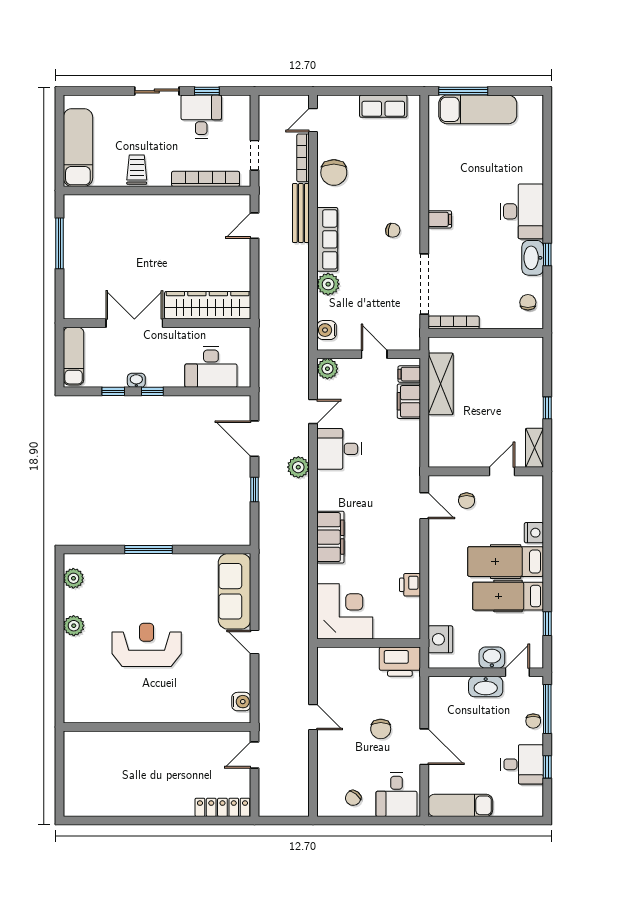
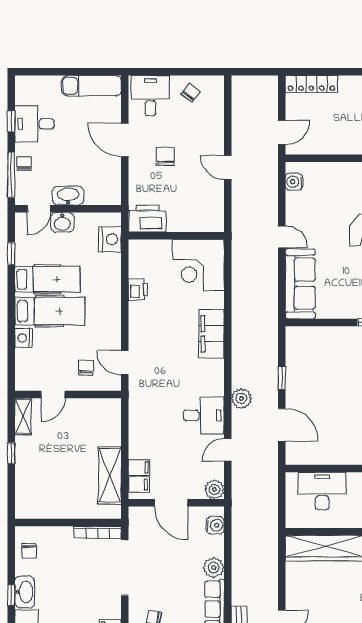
door: (374, 354) -> (171, 503), width x1.38
filing cabinet: (409, 401) -> (139, 467), width x0.50

